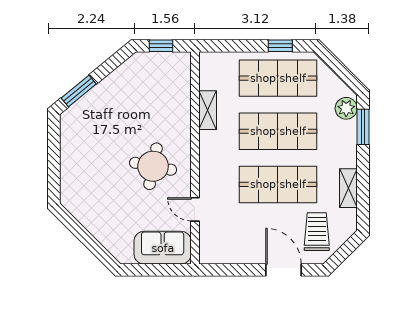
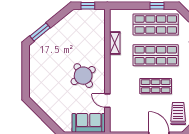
round table: (153, 166) -> (83, 76), turned 45
shop shelf: (278, 184) -> (156, 86), width x0.70, depth x0.74

